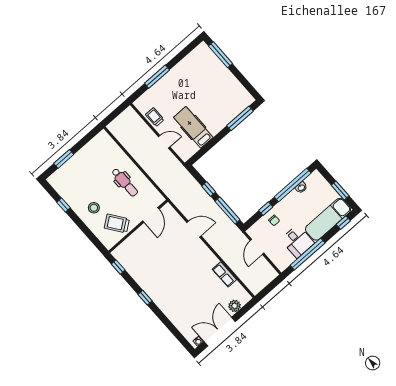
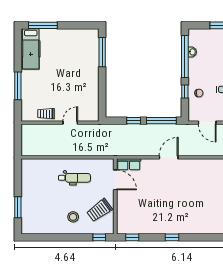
hospital bed: (193, 127) -> (31, 49), moved, turned -90
window: (63, 205) -> (99, 237), moved
door: (194, 229) -> (169, 157), moved
row of seats: (224, 274) -> (129, 164), moved

